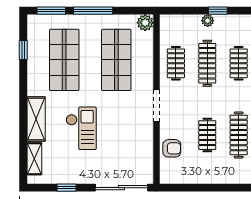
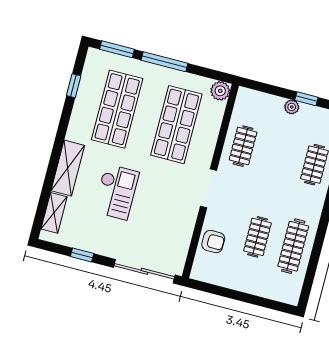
clothes rail: (207, 63) -> (279, 155), removed

